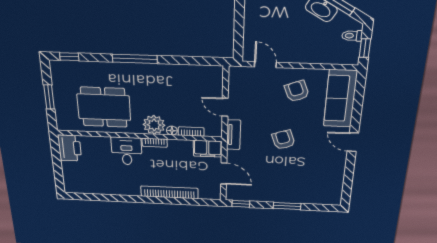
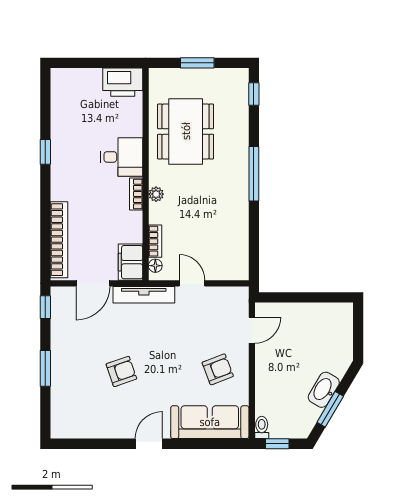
toilet: (352, 36) -> (262, 427), moved
door: (225, 107) -> (192, 283), hinge flipped
plant: (154, 125) -> (156, 194), width x0.53, depth x0.53
floor lamp: (172, 131) -> (155, 266), moved
tv unit: (234, 135) -> (144, 295), width x1.41
armchair: (283, 140) -> (121, 371), moved
bookcase: (169, 192) -> (59, 240), moved
window: (126, 199) -> (45, 152), added

